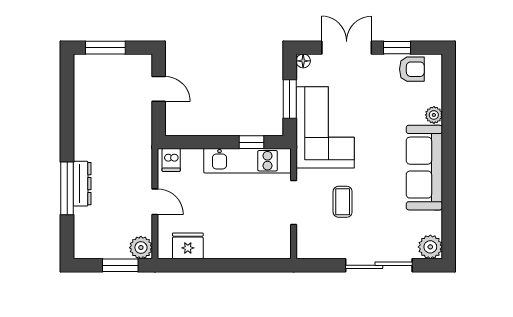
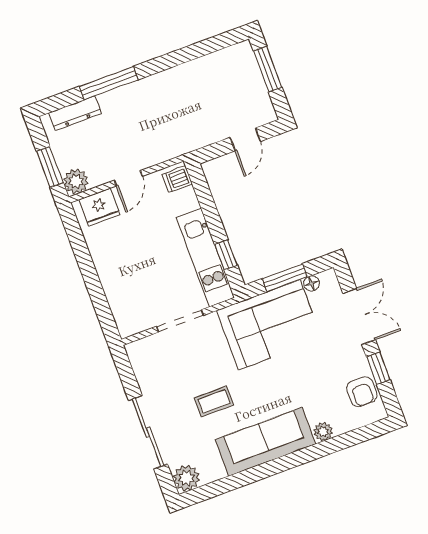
floor lamp: (303, 61) -> (312, 283), moved
dresser: (82, 184) -> (75, 113), moved
coffee table: (343, 202) -> (214, 401), moved
fridge: (188, 246) -> (99, 207), moved, turned 90

